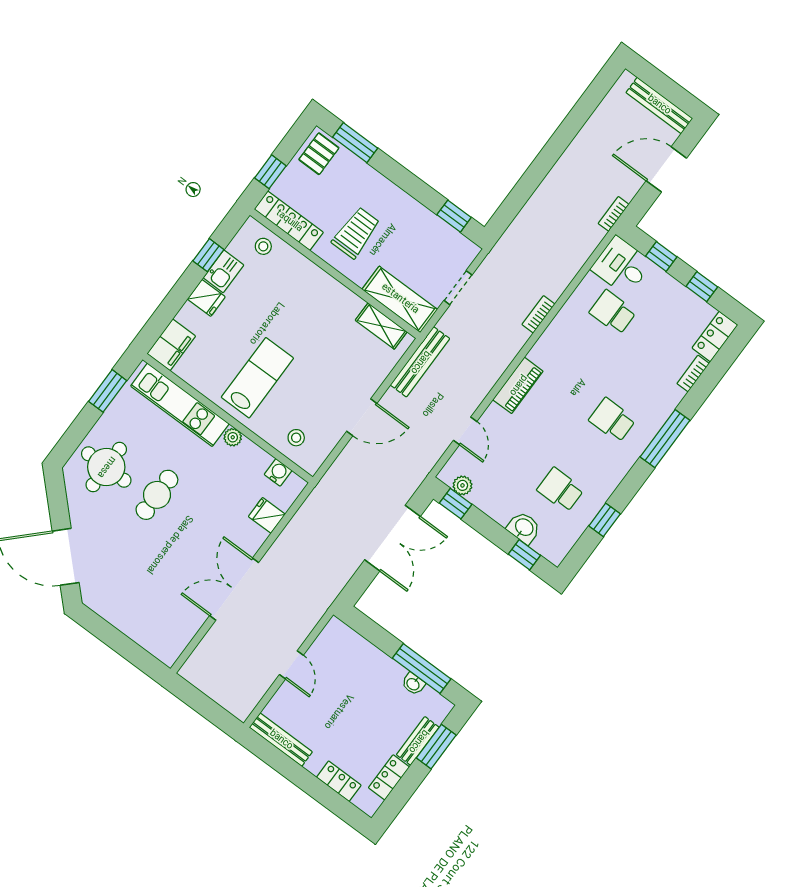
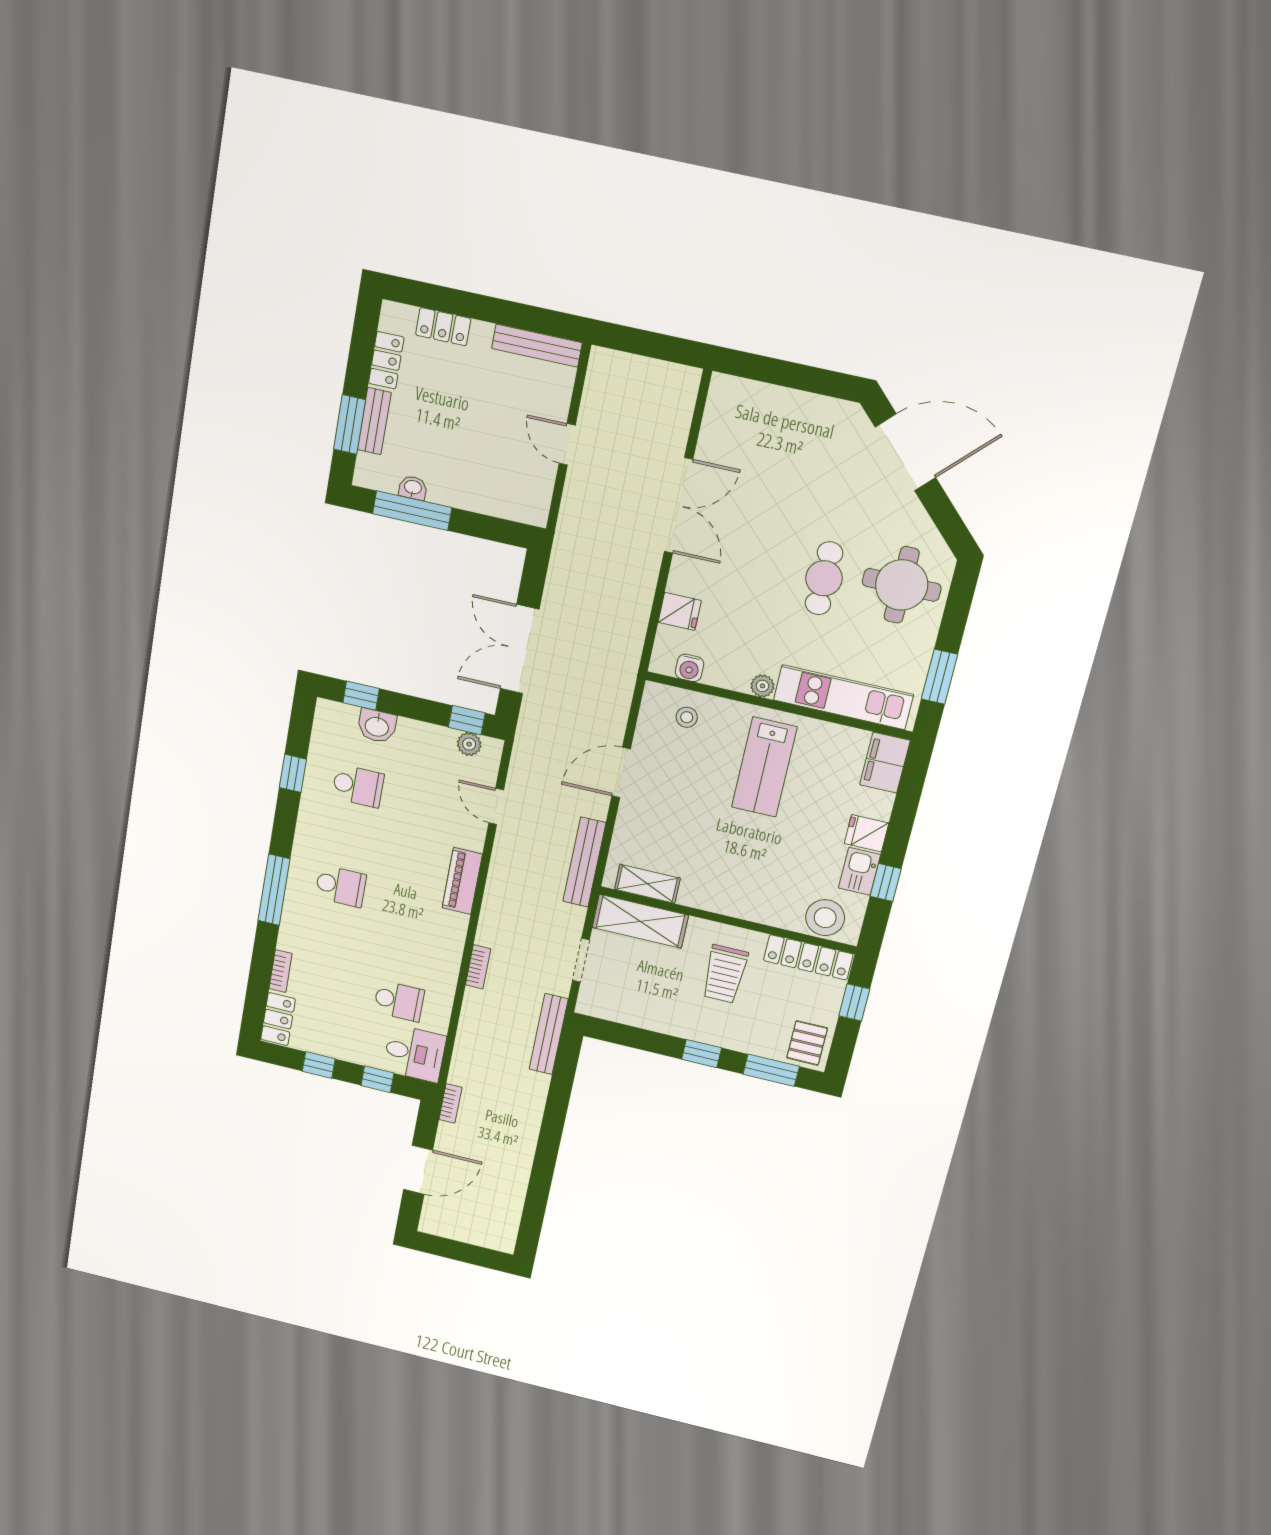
bench: (659, 105) -> (549, 1034), moved, turned 90
window: (454, 216) -> (702, 1054), moved
stool: (263, 246) -> (825, 918), width x1.89, depth x1.89

